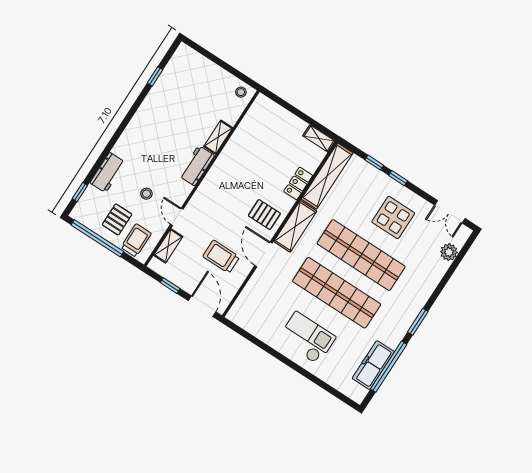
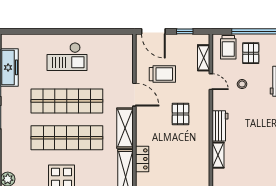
pallet: (264, 215) -> (181, 114), moved, turned 90

